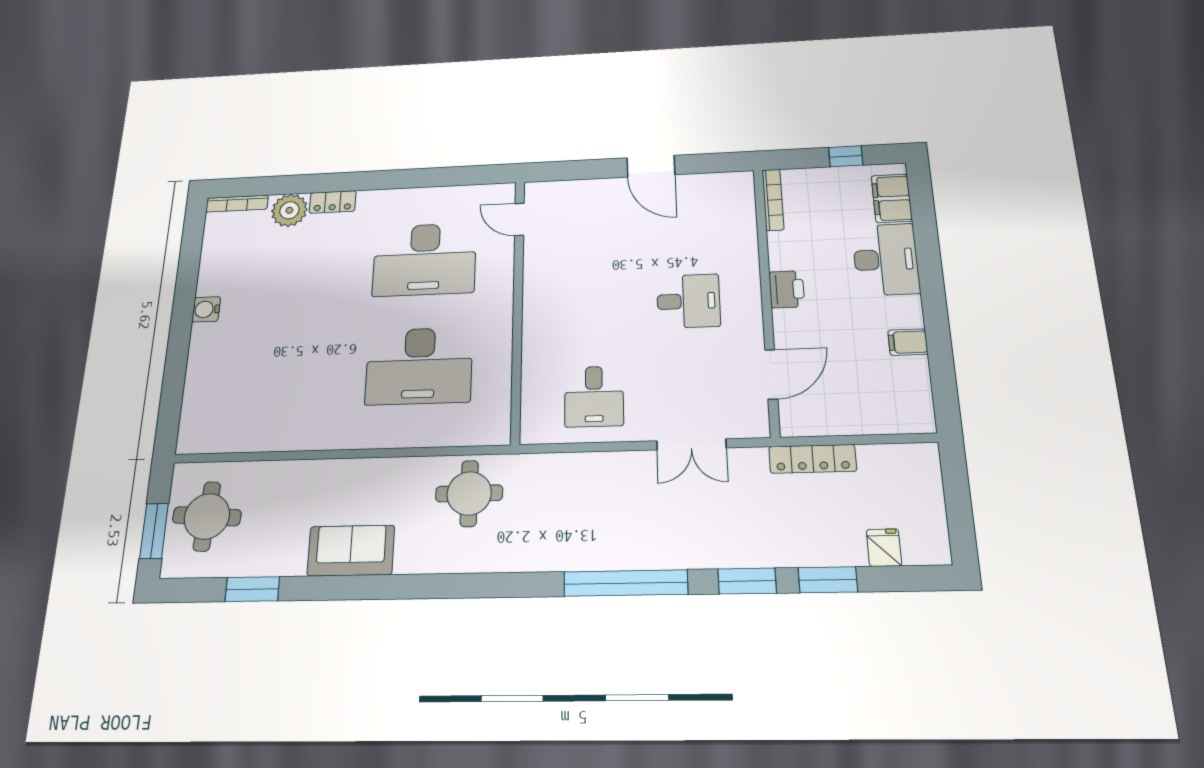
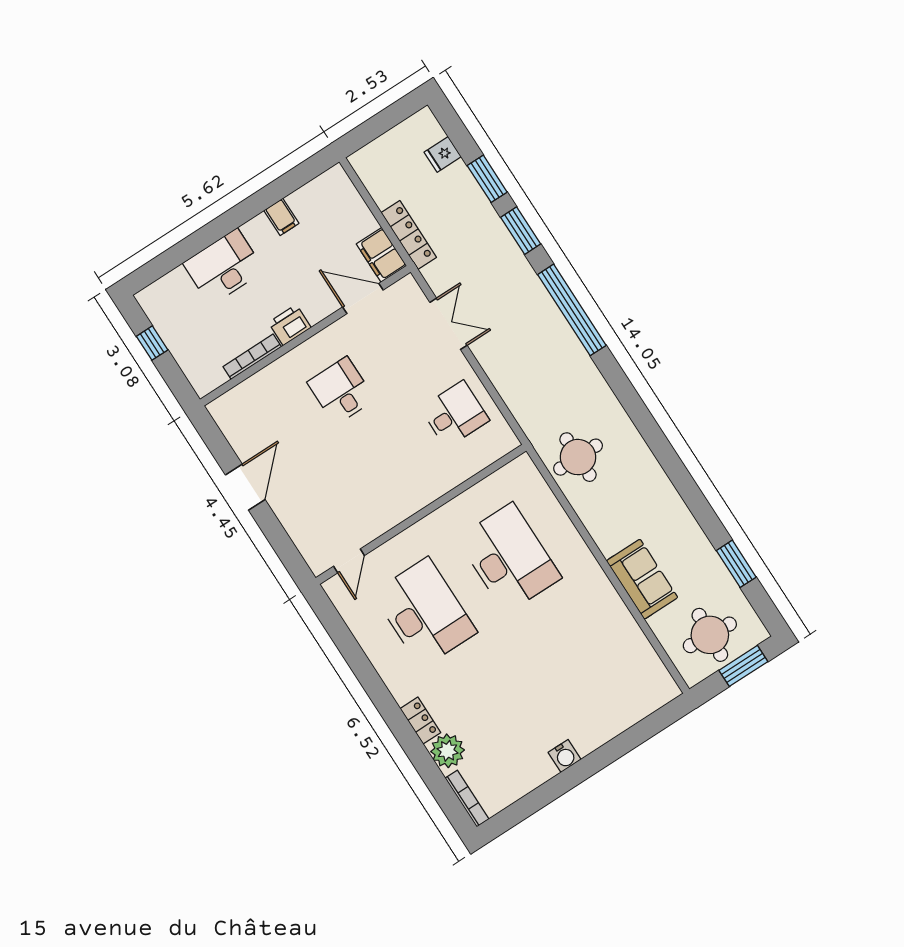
filing cabinet: (892, 198) -> (381, 255), moved, turned 90
bookcase: (773, 200) -> (252, 357), moved
sofa: (351, 551) -> (642, 579), moved, turned 180

